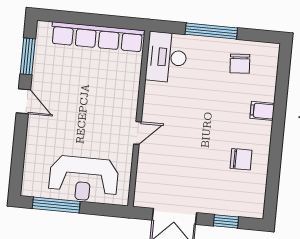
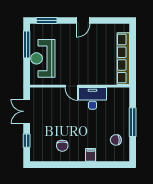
window: (28, 56) -> (47, 20), moved
desk: (167, 57) -> (92, 98), moved

